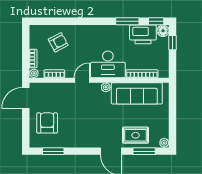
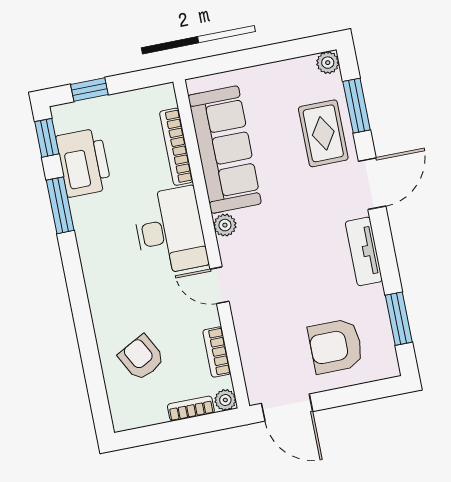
floor lamp: (163, 31) -> (66, 117), removed
tv unit: (84, 142) -> (364, 251), added

